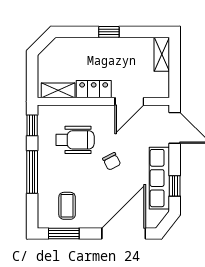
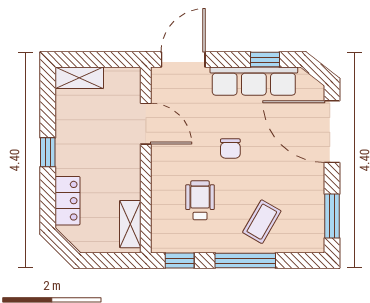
locker: (94, 89) -> (67, 201), moved, turned 180
wheelchair: (75, 140) -> (200, 200), width x0.73, depth x0.73
chair: (112, 161) -> (230, 149), turned 117
coffee table: (67, 206) -> (262, 222), moved, turned -60

